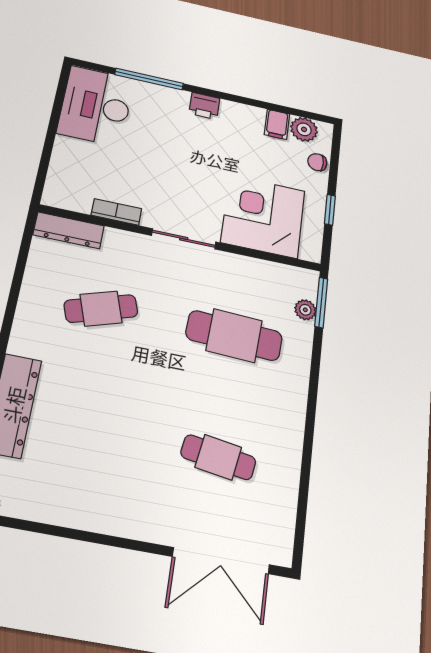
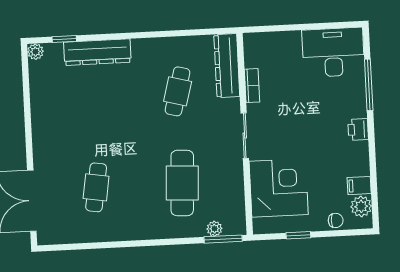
chair: (317, 162) -> (336, 220), turned 90
dresser: (69, 230) -> (227, 66), width x1.37, depth x1.24
cafe table: (101, 309) -> (178, 91), turned 33

